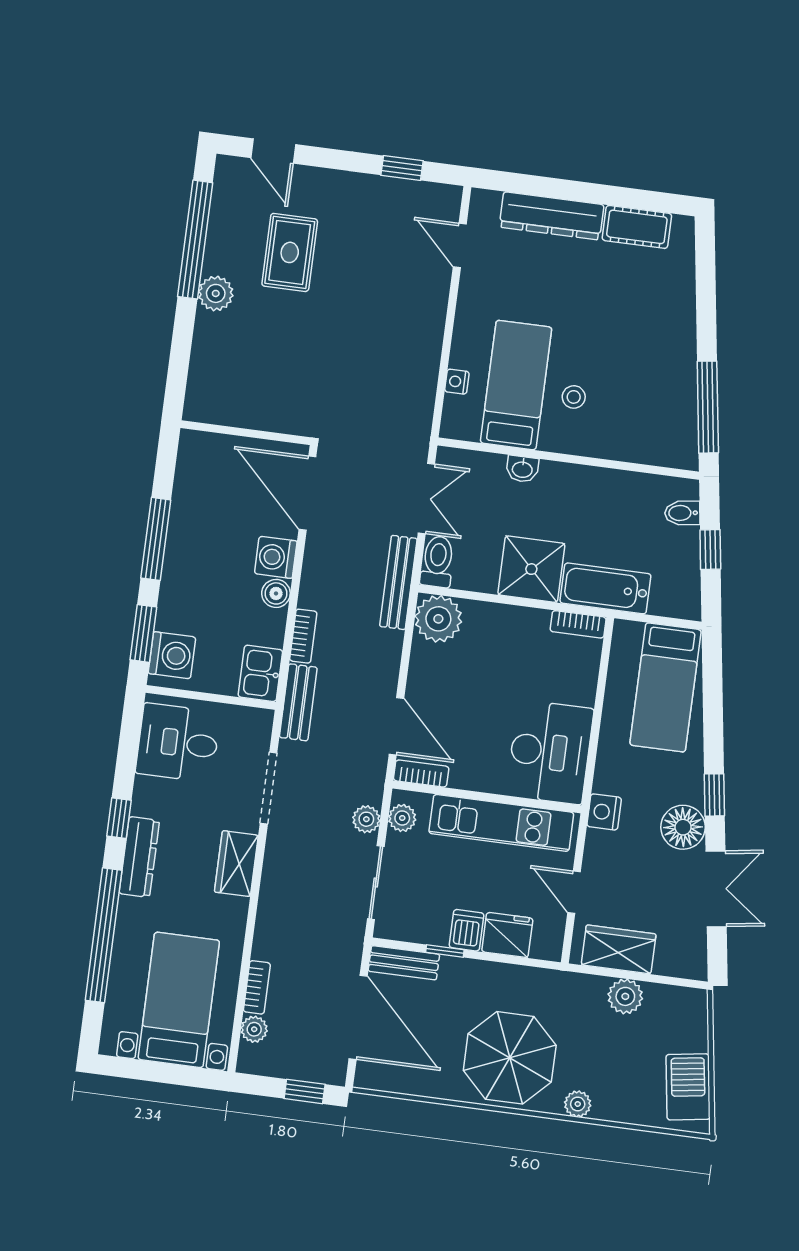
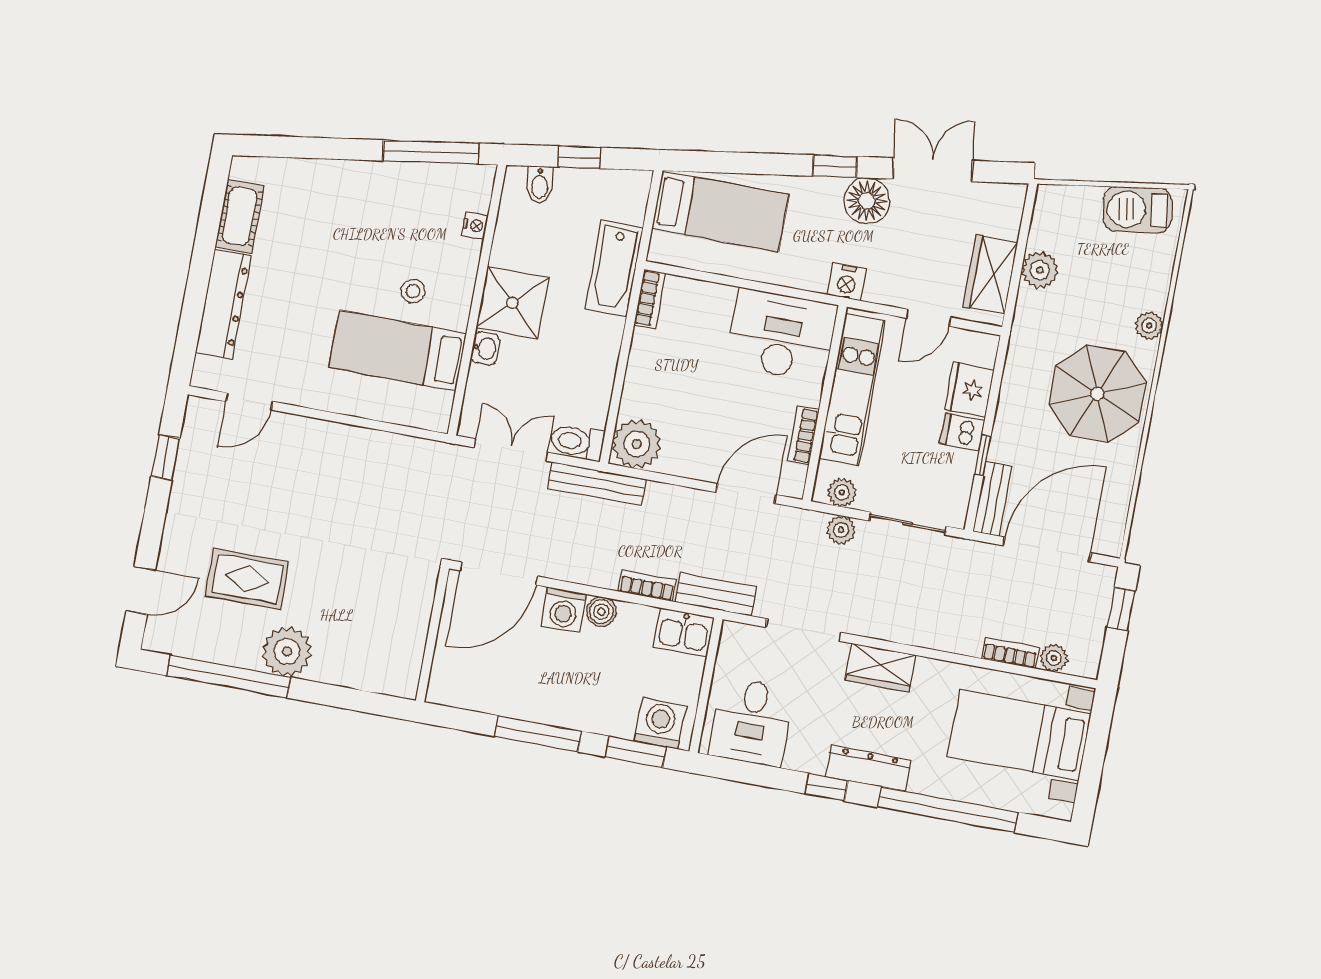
plant: (216, 293) -> (287, 651), width x1.36, depth x1.36
nightstand: (457, 382) -> (475, 226), moved, turned -90
shower: (531, 569) -> (512, 303), moved
bookcase: (421, 774) -> (803, 435), moved

